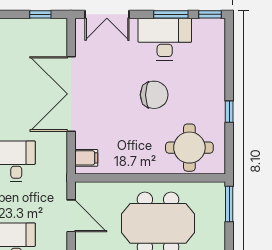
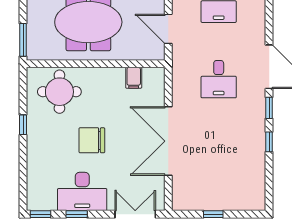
window: (40, 14) -> (213, 214), moved
window: (171, 14) -> (77, 214), width x0.67
double door: (71, 94) -> (168, 141), swing flipped
filing cabinet: (86, 158) -> (134, 78), moved, turned -90

